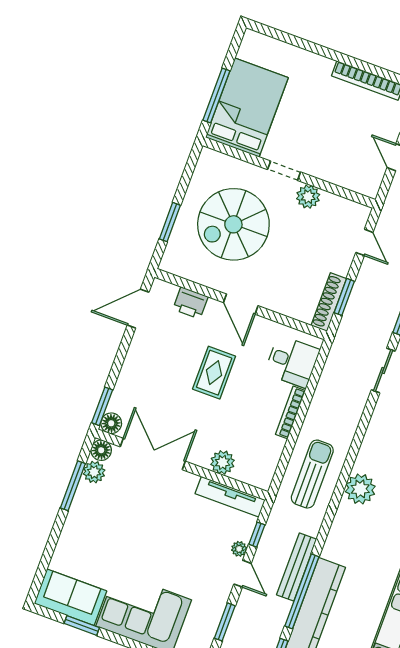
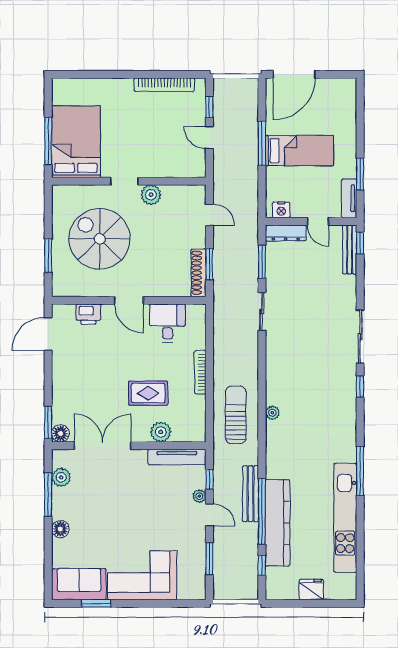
spiral stairs: (233, 224) -> (100, 239), turned 90
desk: (292, 362) -> (168, 323), moved, turned -90
rug: (214, 373) -> (148, 393), moved, turned 90
floor lamp: (101, 450) -> (60, 529), moved
plant: (360, 489) -> (272, 413), width x0.53, depth x0.53

